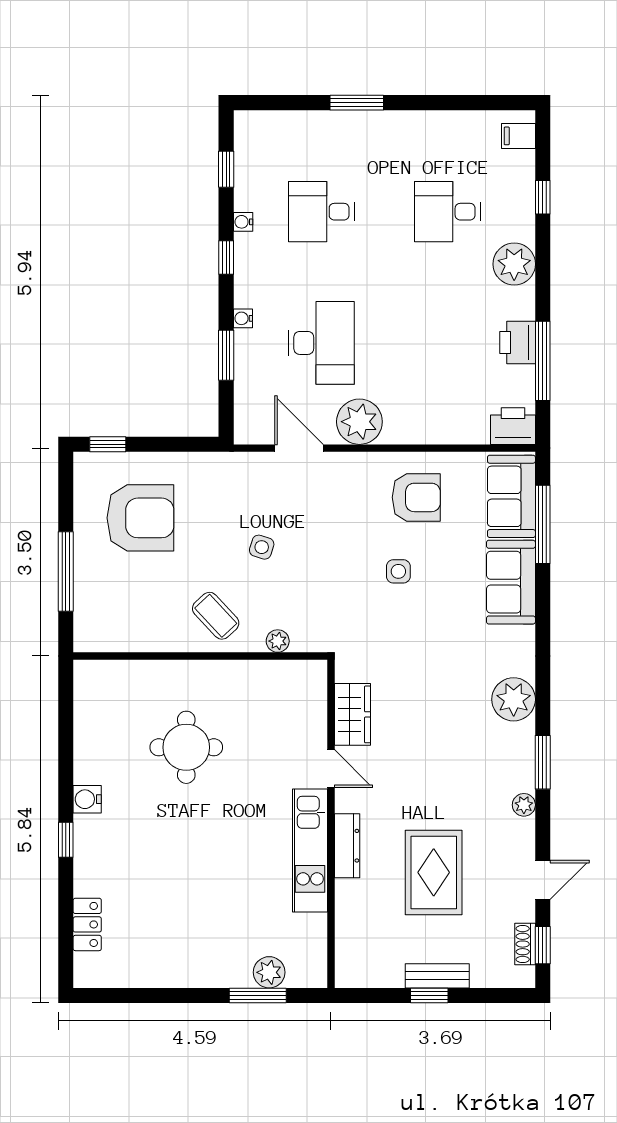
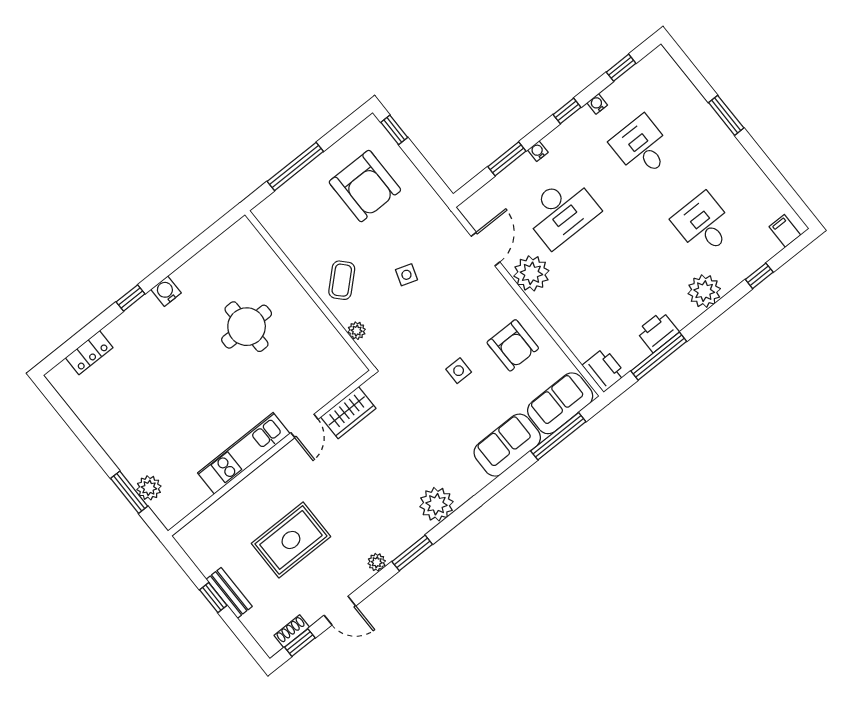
dresser: (347, 846) -> (265, 474), removed

